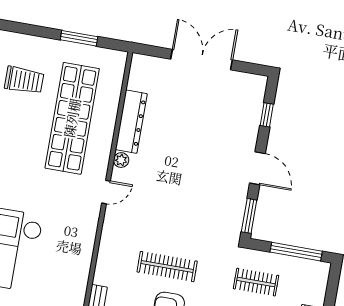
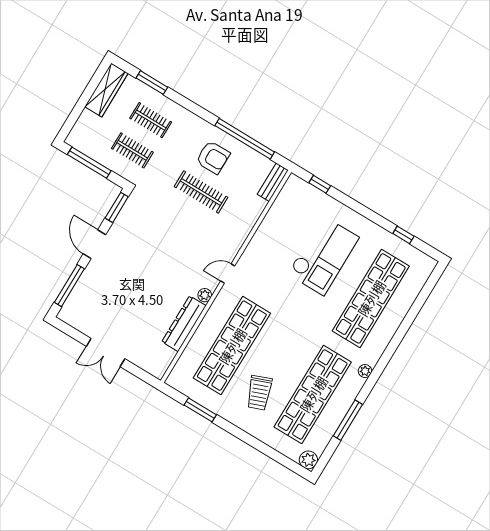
double door: (202, 60) -> (106, 352), width x0.73
trolley: (24, 80) -> (259, 393), turned -111
window: (267, 115) -> (69, 286), width x2.17

